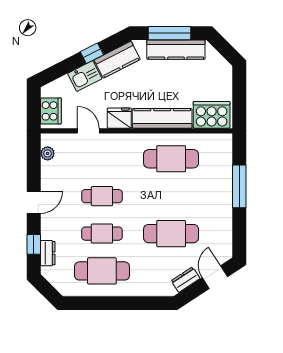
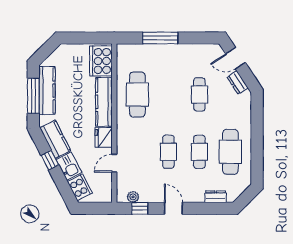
cooker: (51, 111) -> (80, 187), moved, turned 63
cafe table: (171, 234) -> (199, 95), width x0.73, depth x0.74
window: (34, 244) -> (140, 208), moved

